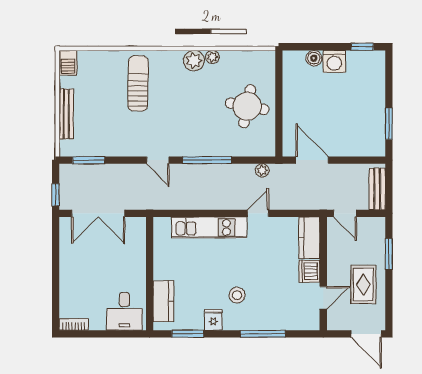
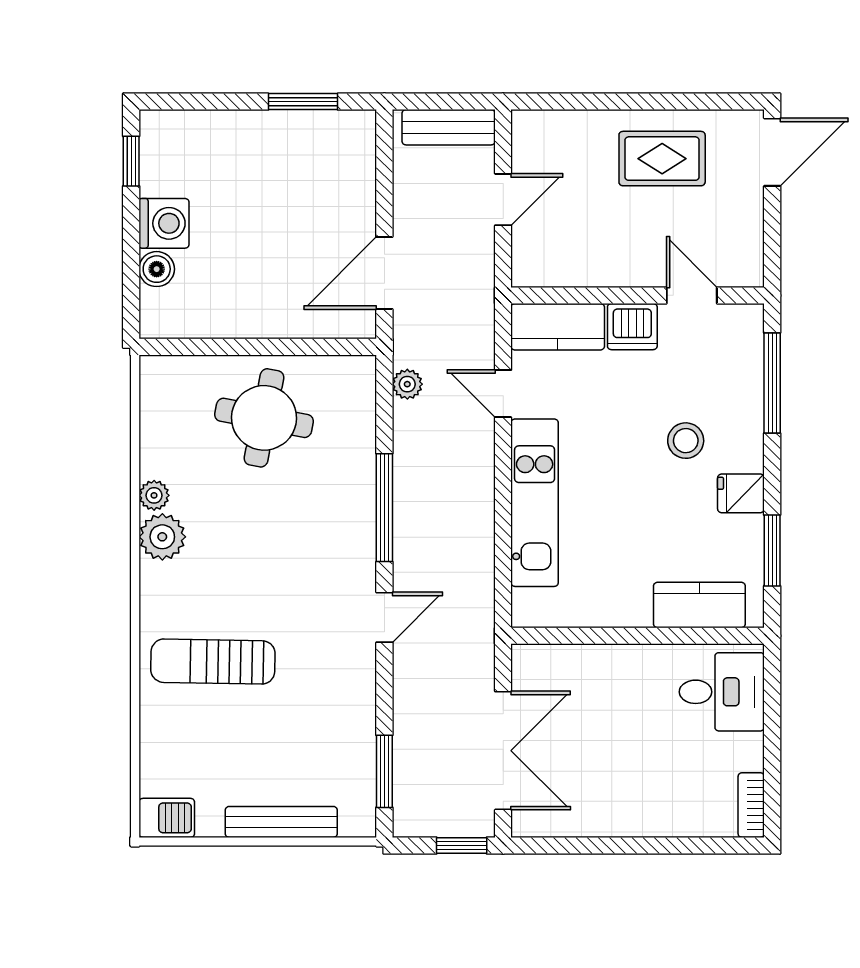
kitchen counter: (309, 238) -> (558, 327), moved
window: (389, 254) -> (594, 102), removed
dishwasher: (309, 271) -> (632, 327), moved
wall: (323, 274) -> (638, 295), moved
door: (323, 298) -> (692, 295), moved

